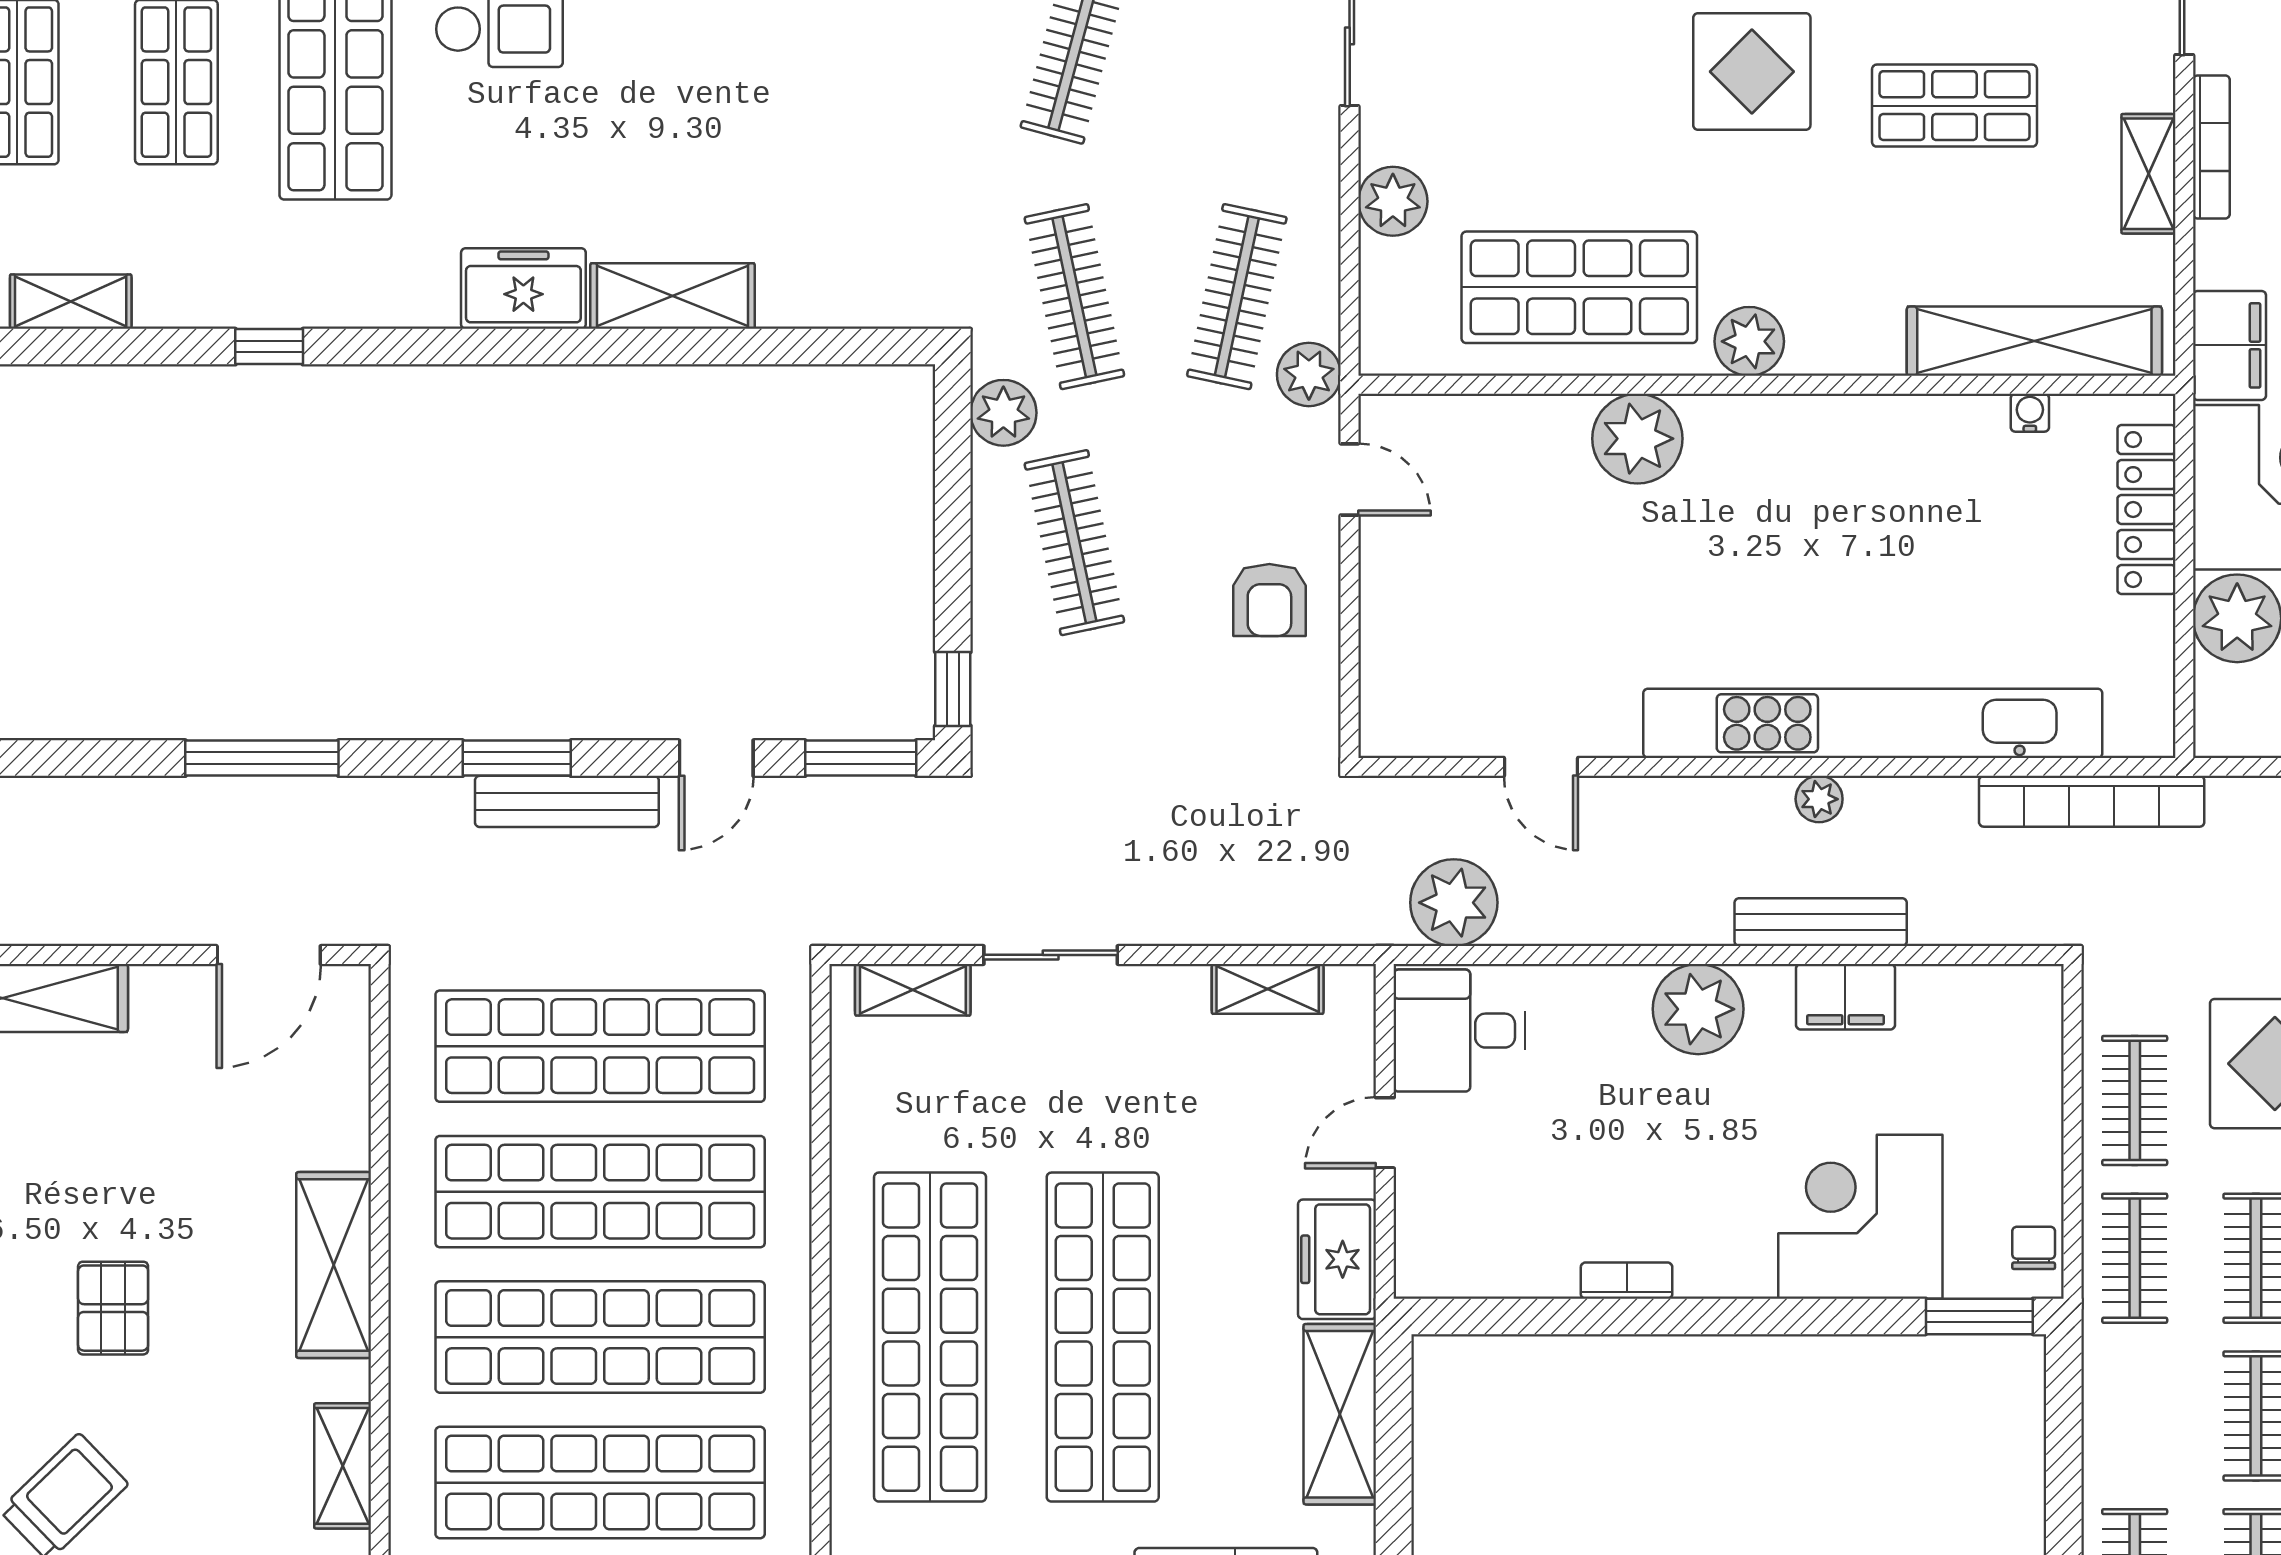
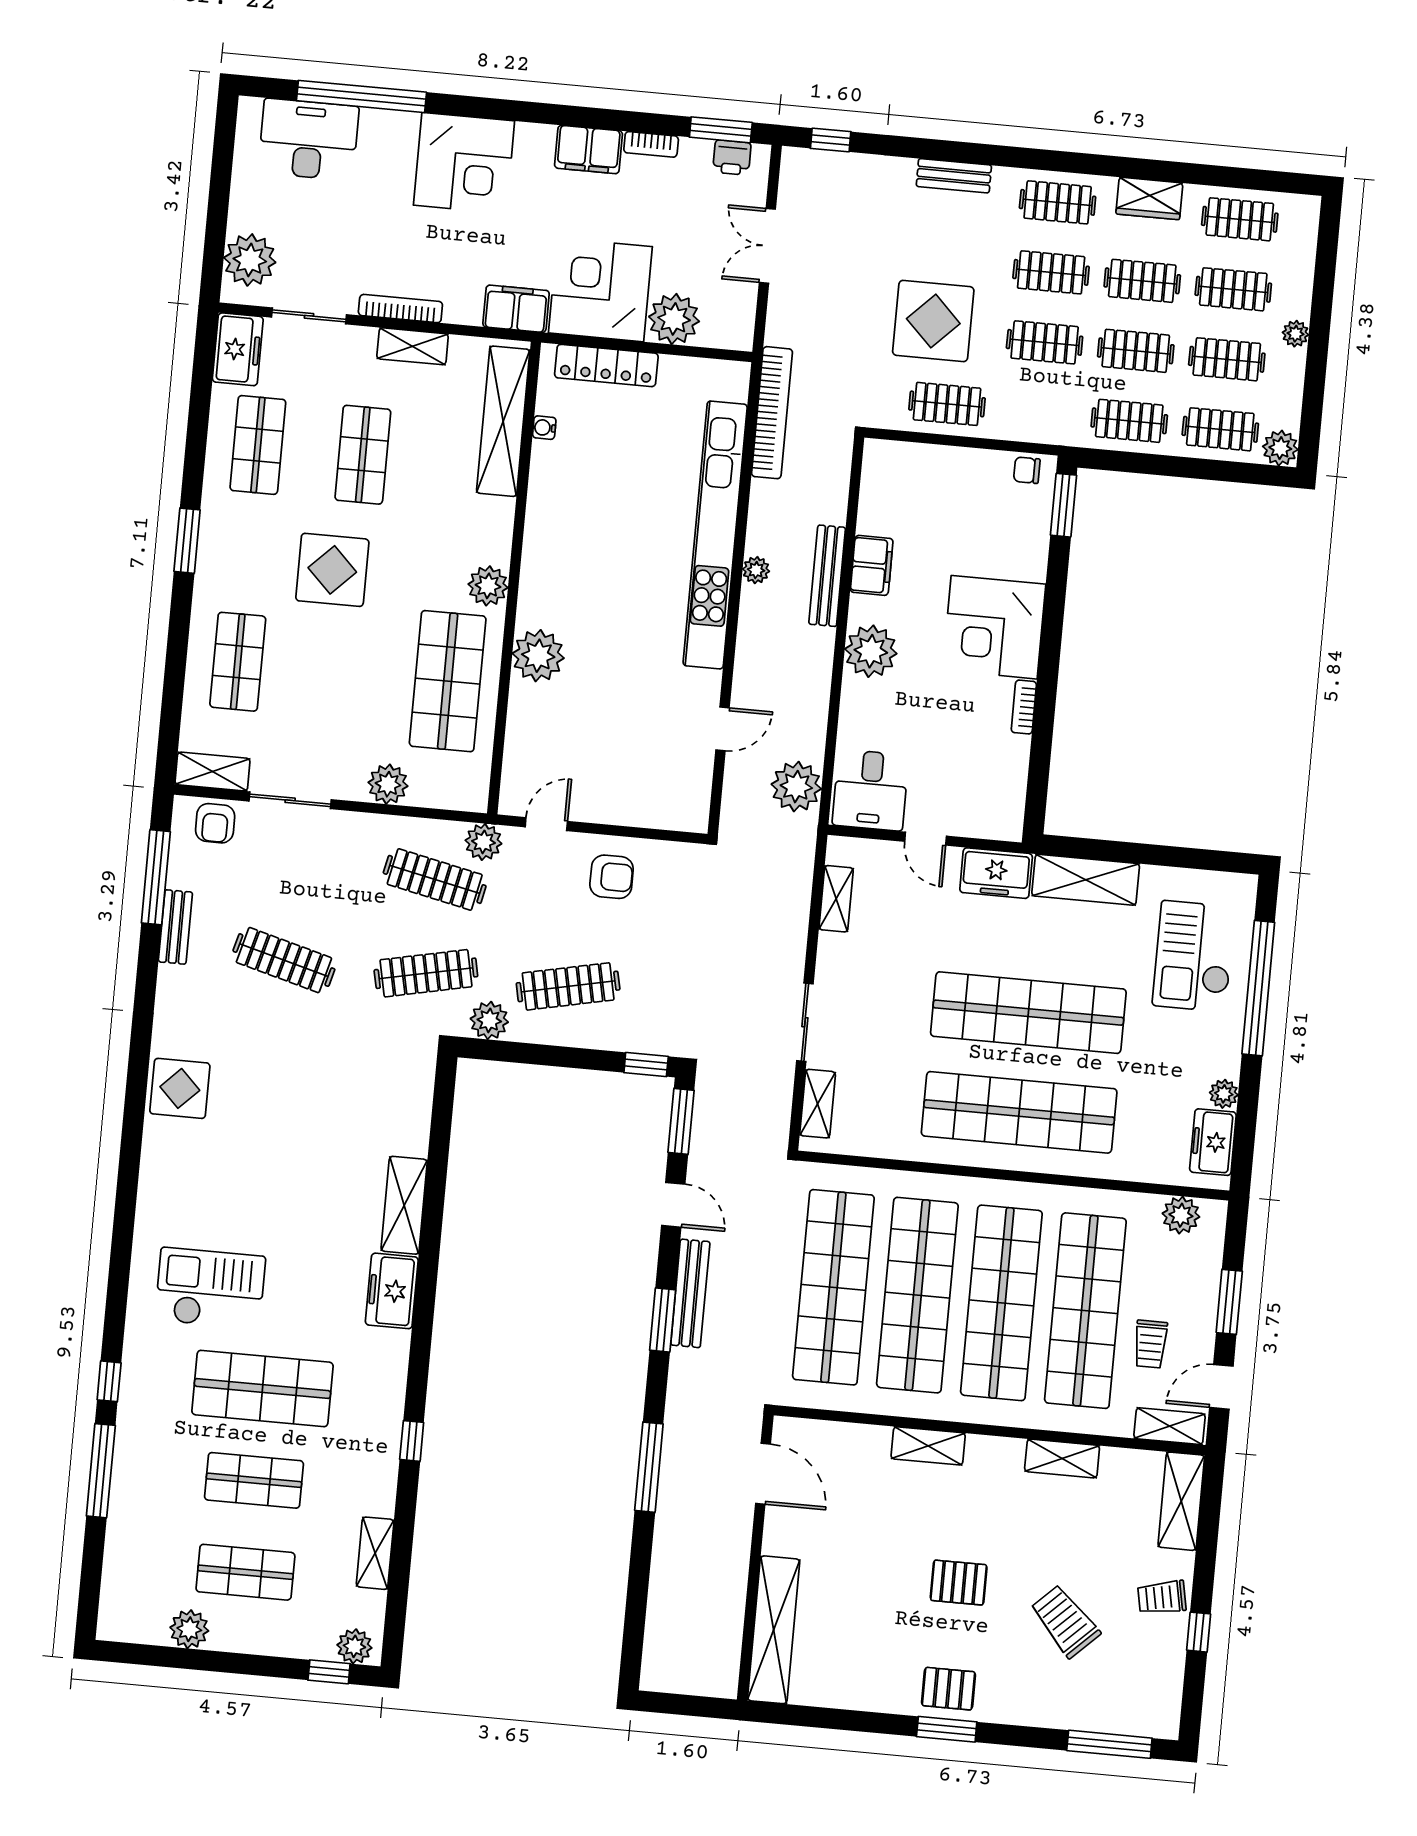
corner desk: (1860, 1217) -> (994, 627), moved
clothes rail: (2135, 1258) -> (1129, 421), moved
shelving: (334, 1265) -> (928, 1446), width x0.67, depth x0.75

